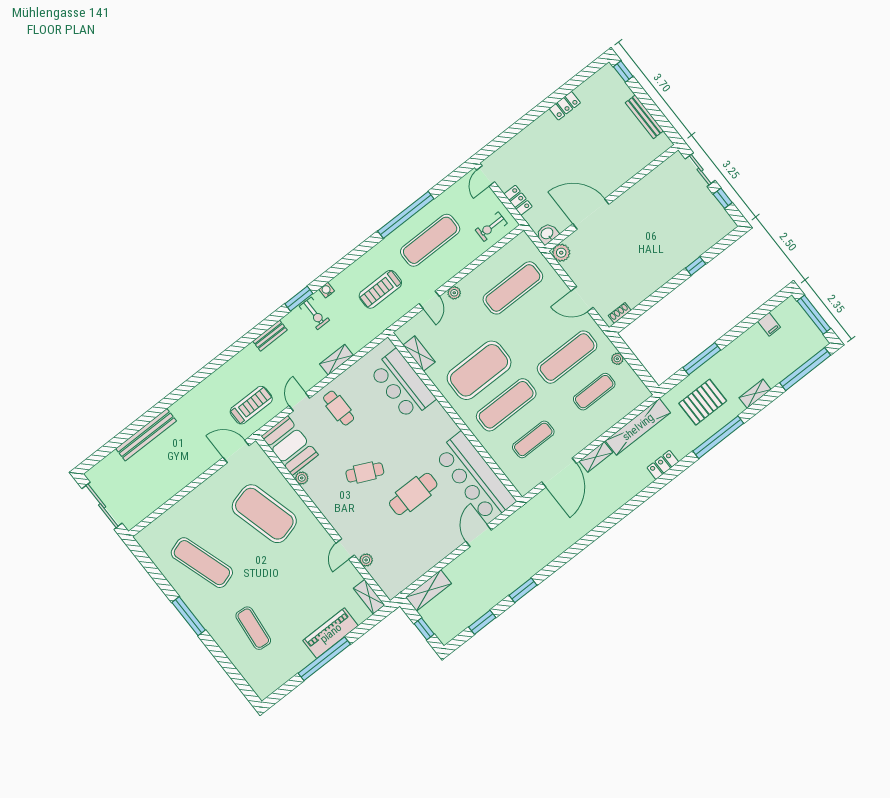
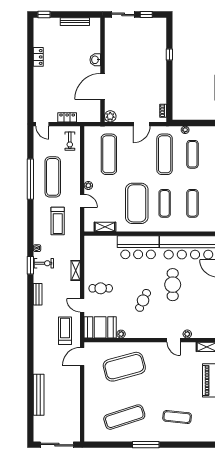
washbasin: (547, 234) -> (95, 60), moved
bar counter: (402, 384) -> (138, 247), moved
exercise mat: (506, 405) -> (165, 203), width x0.73, depth x0.69

